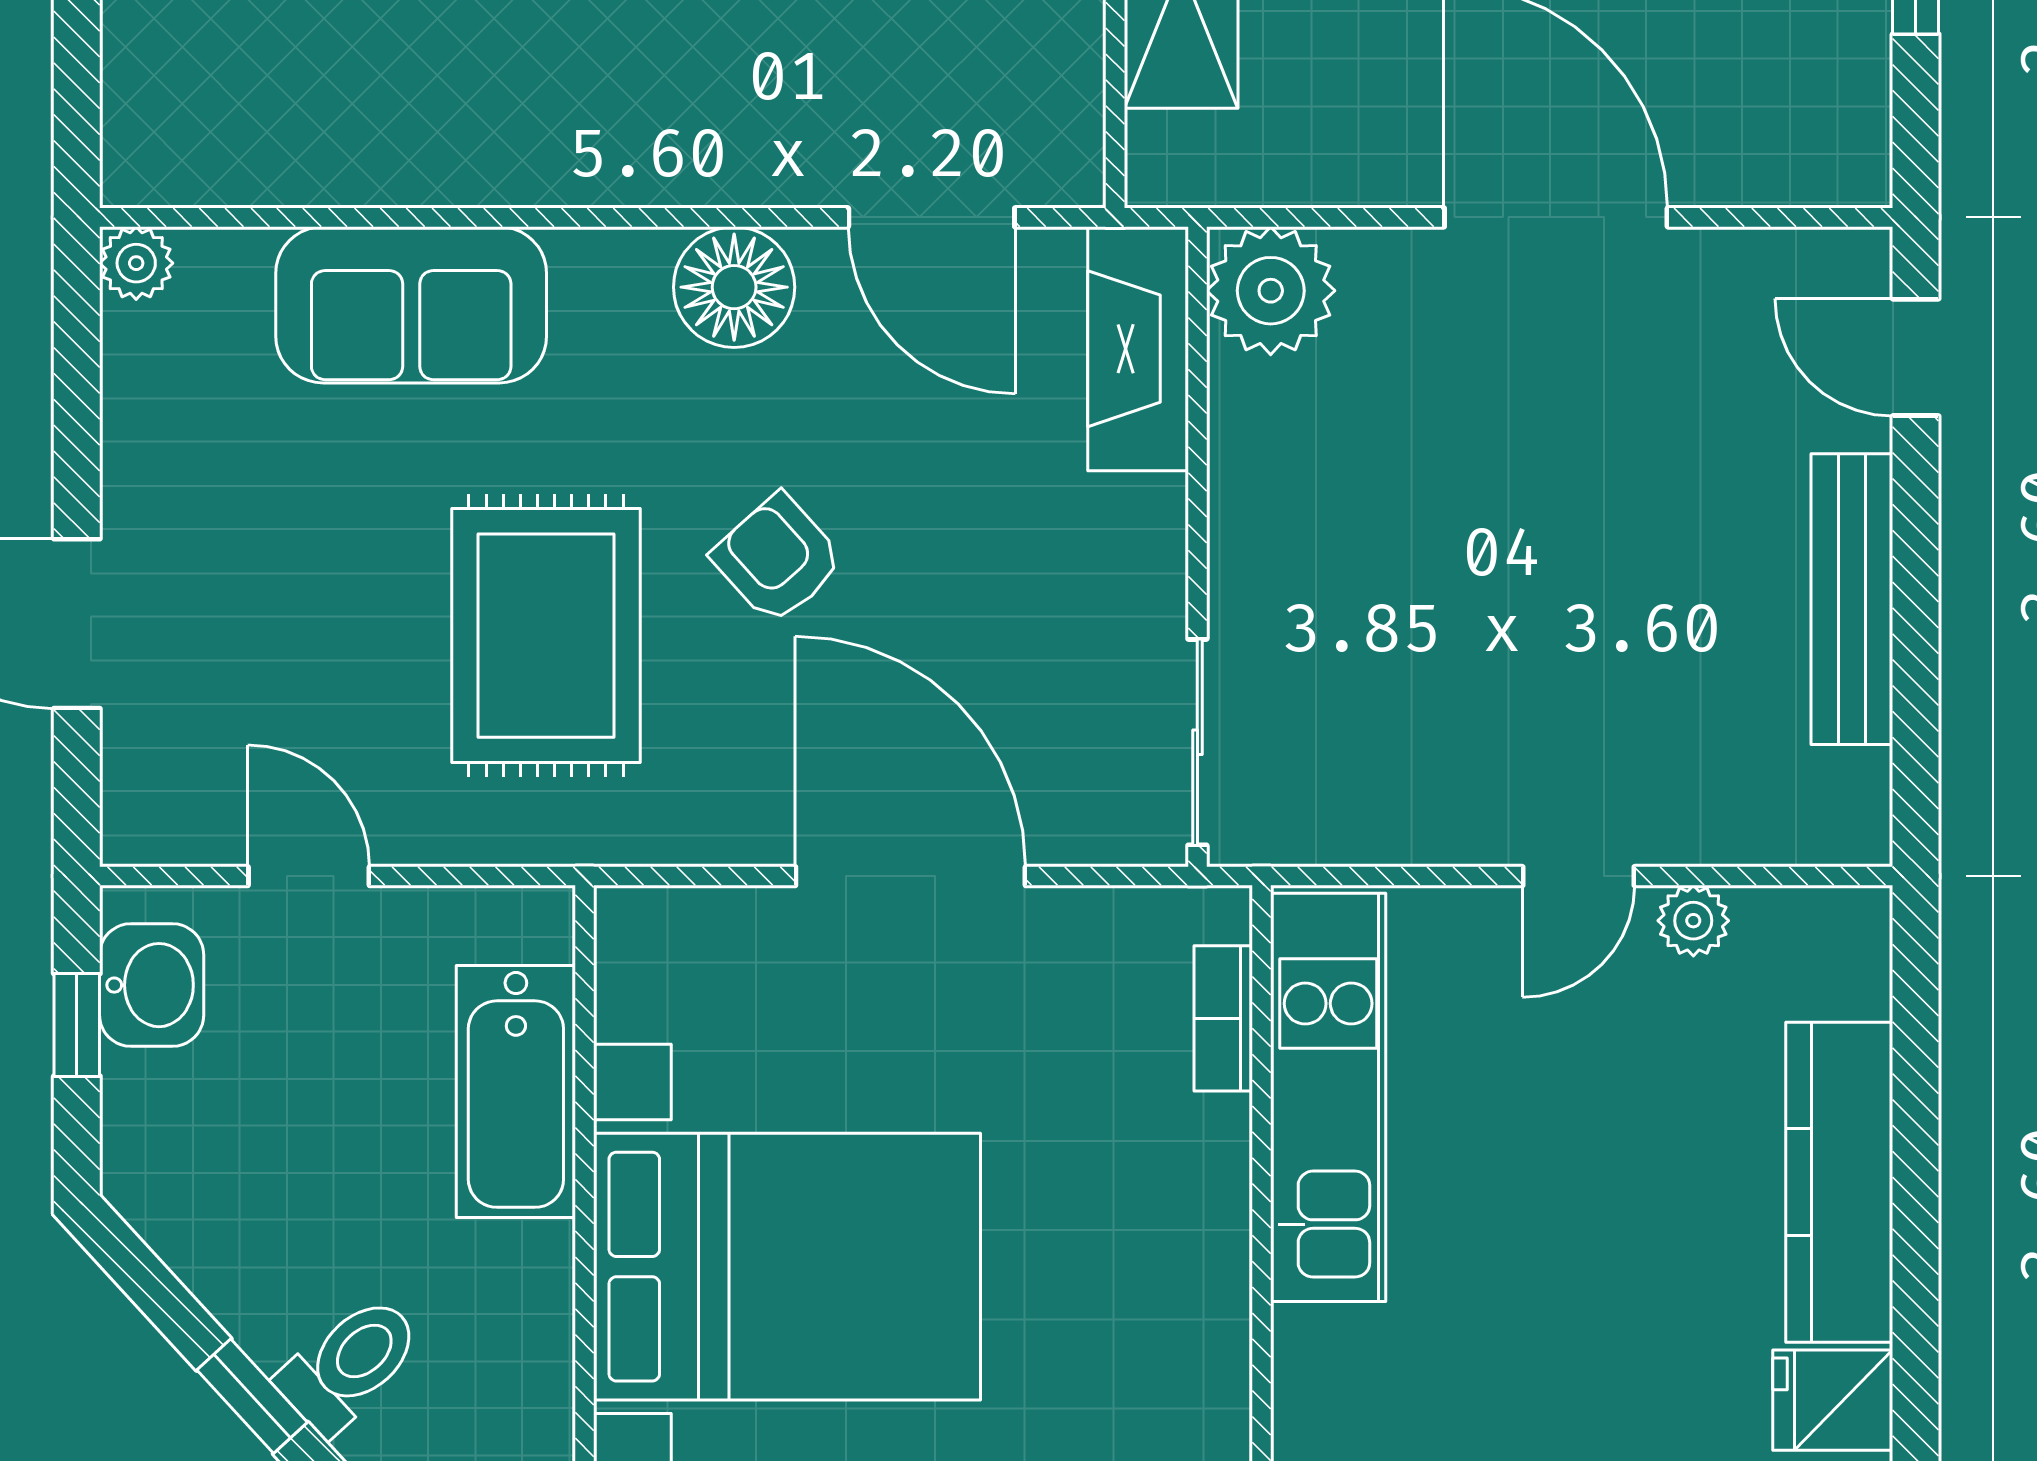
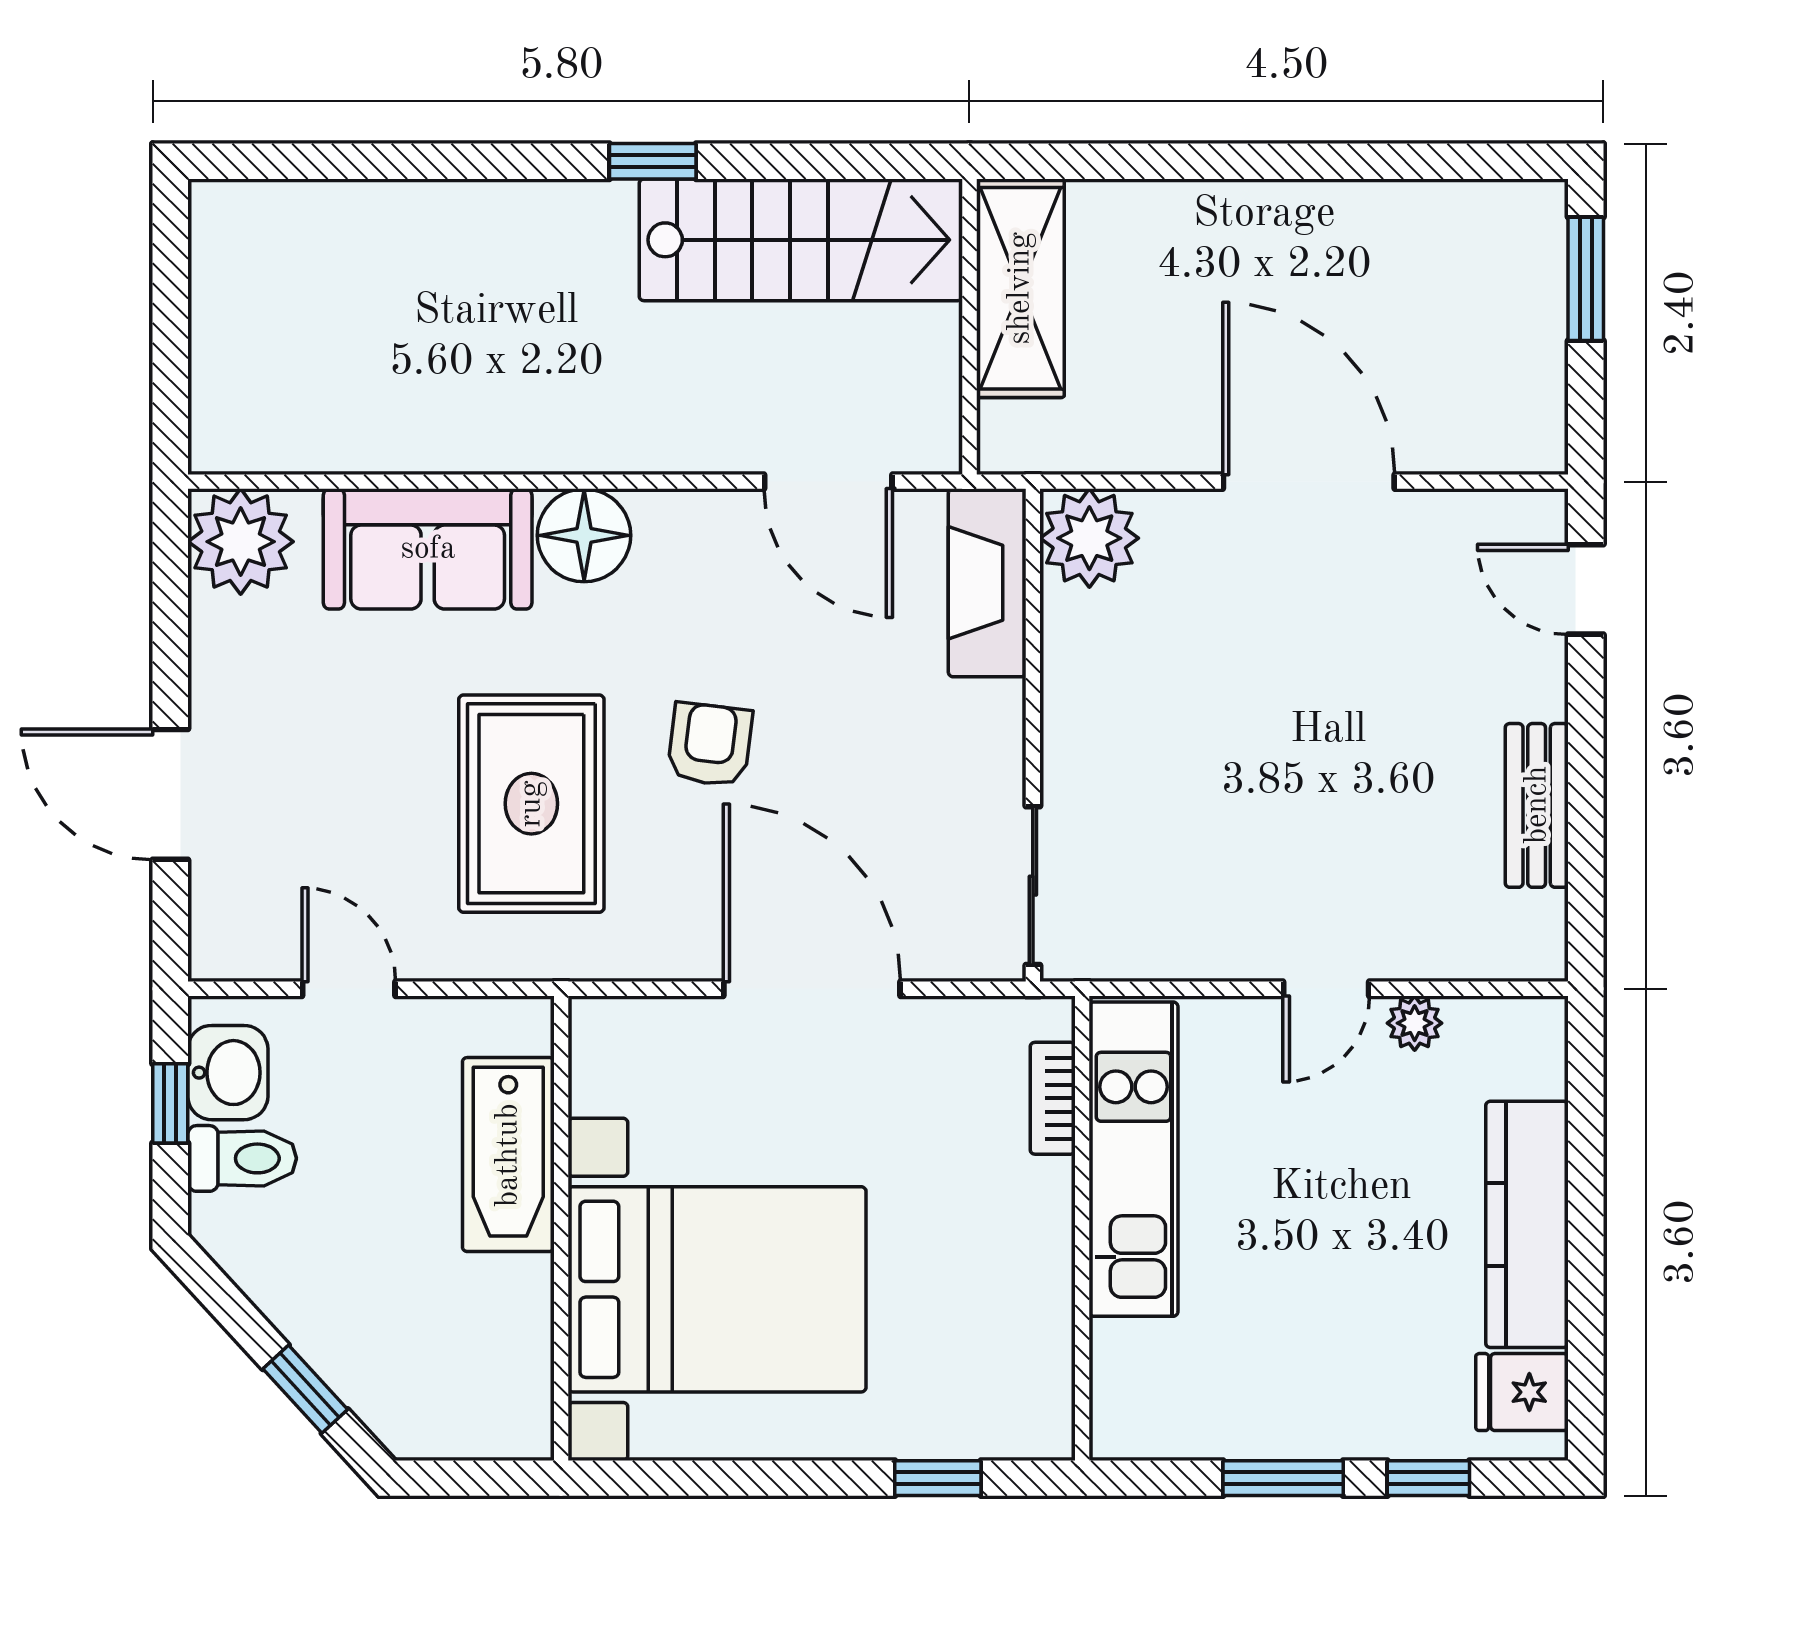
plant: (136, 263) -> (241, 542), width x1.88, depth x1.88
floor lamp: (734, 287) -> (584, 535), moved
armchair: (778, 559) -> (710, 745), turned 49
bench: (1852, 599) -> (1537, 805), width x0.73
toilet: (350, 1364) -> (242, 1158), moved, turned 43

